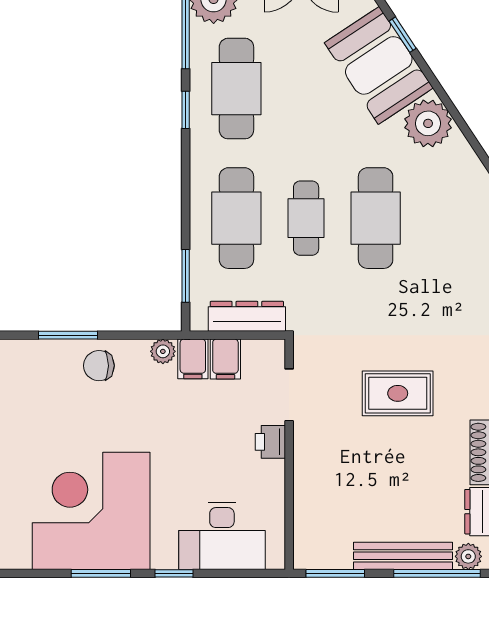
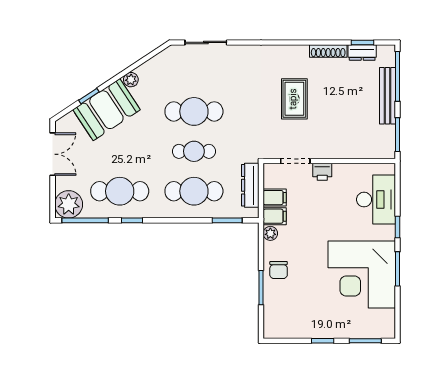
plant: (428, 123) -> (131, 80), width x0.53, depth x0.53
plant: (468, 556) -> (388, 58), removed

